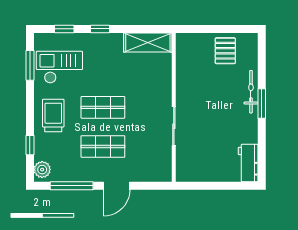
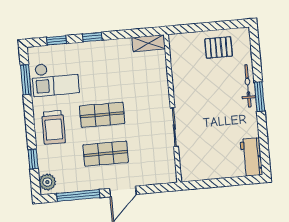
shelving: (148, 42) -> (149, 43), width x0.67, depth x0.75
pallet: (225, 51) -> (219, 47), turned 90
checkout: (59, 67) -> (55, 79), turned 180
trolley: (53, 115) -> (54, 127), turned 180

